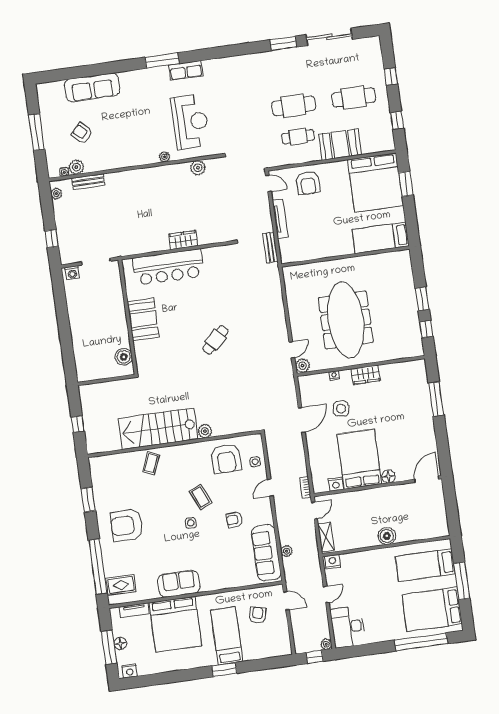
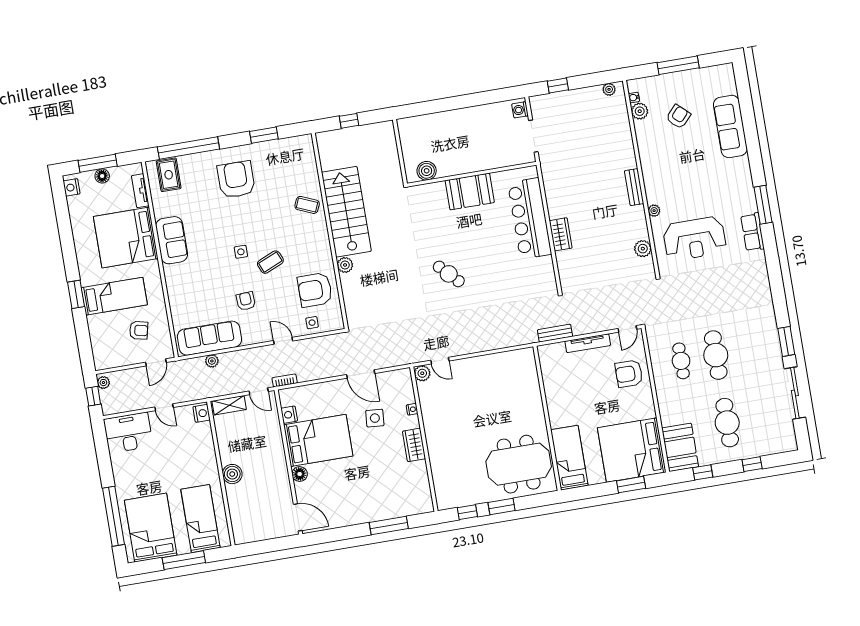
booth: (340, 144) -> (680, 447), moved
bench: (88, 182) -> (634, 187), moved
meeting table: (346, 320) -> (519, 464), moved, width x0.73
plant: (326, 644) -> (103, 383), moved

